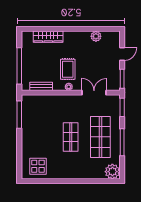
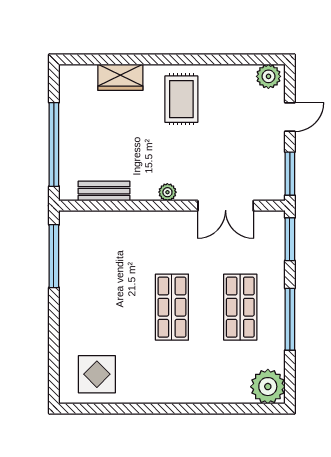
plant: (96, 36) -> (268, 76), moved
wardrobe: (48, 37) -> (120, 77), width x0.67
rug: (68, 69) -> (181, 99), moved
double door: (94, 93) -> (226, 206), swing flipped
shop shelf: (100, 137) -> (240, 307), width x0.70, depth x0.74

